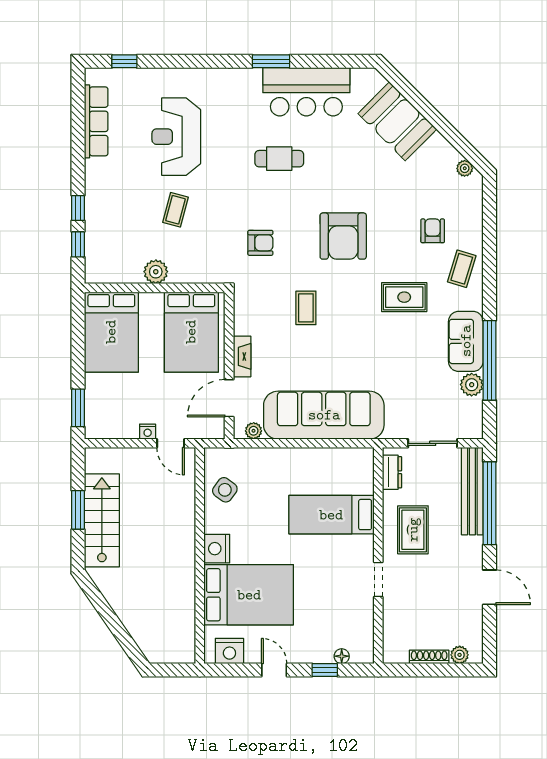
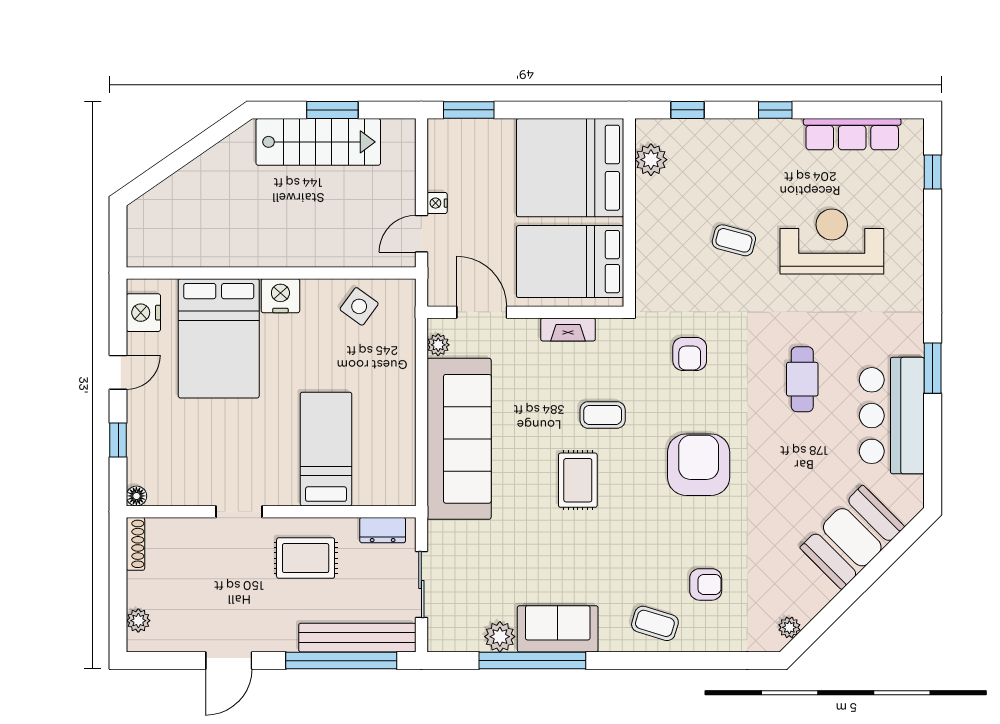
window: (78, 208) -> (775, 110), moved
armchair: (343, 236) -> (699, 465), turned 90
plant: (156, 272) -> (651, 160), moved
rug: (404, 297) -> (578, 480), moved
bed: (111, 332) -> (570, 168), width x1.36
fireplace: (242, 356) -> (568, 329), moved
floor lamp: (342, 656) -> (136, 496), moved
shoe rack: (429, 657) -> (135, 544), moved

